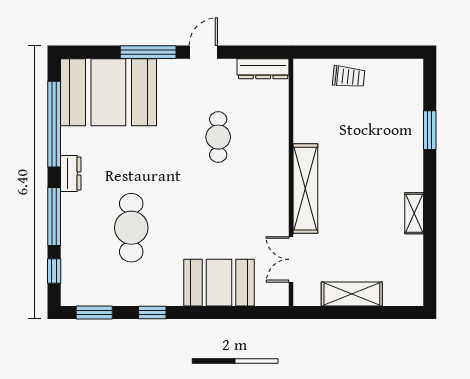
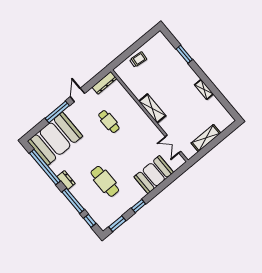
shelving: (305, 189) -> (152, 108), width x0.68

